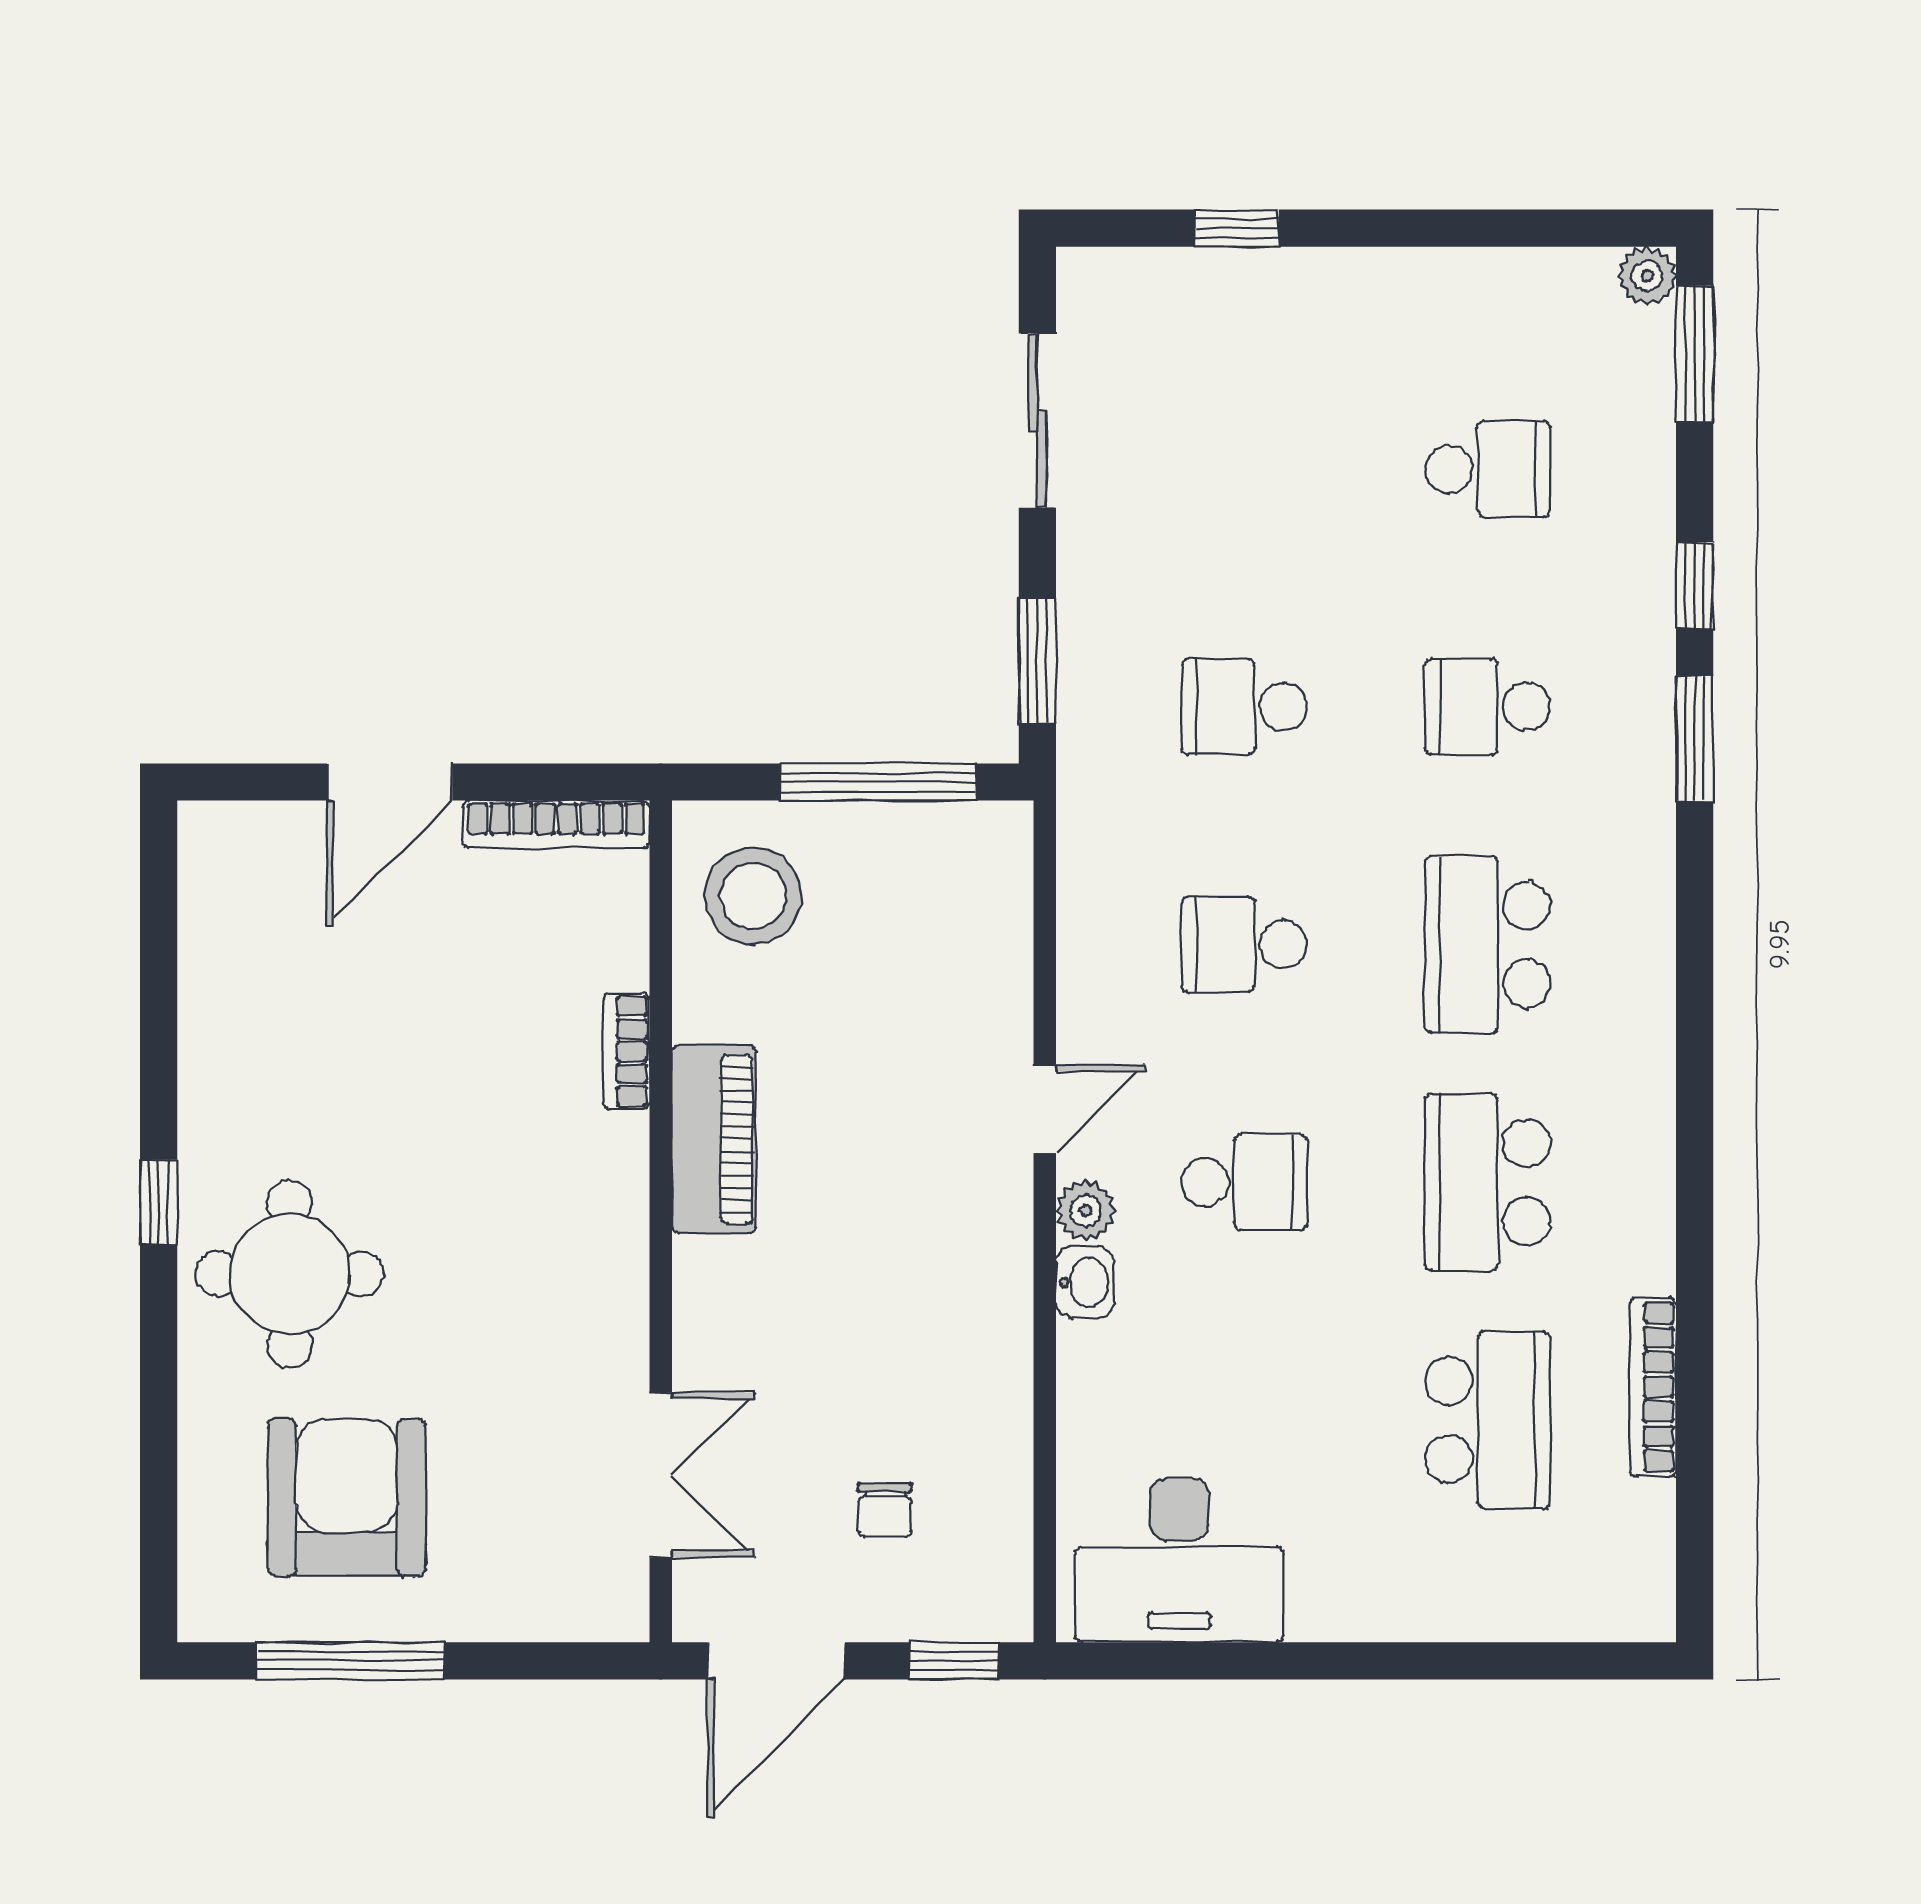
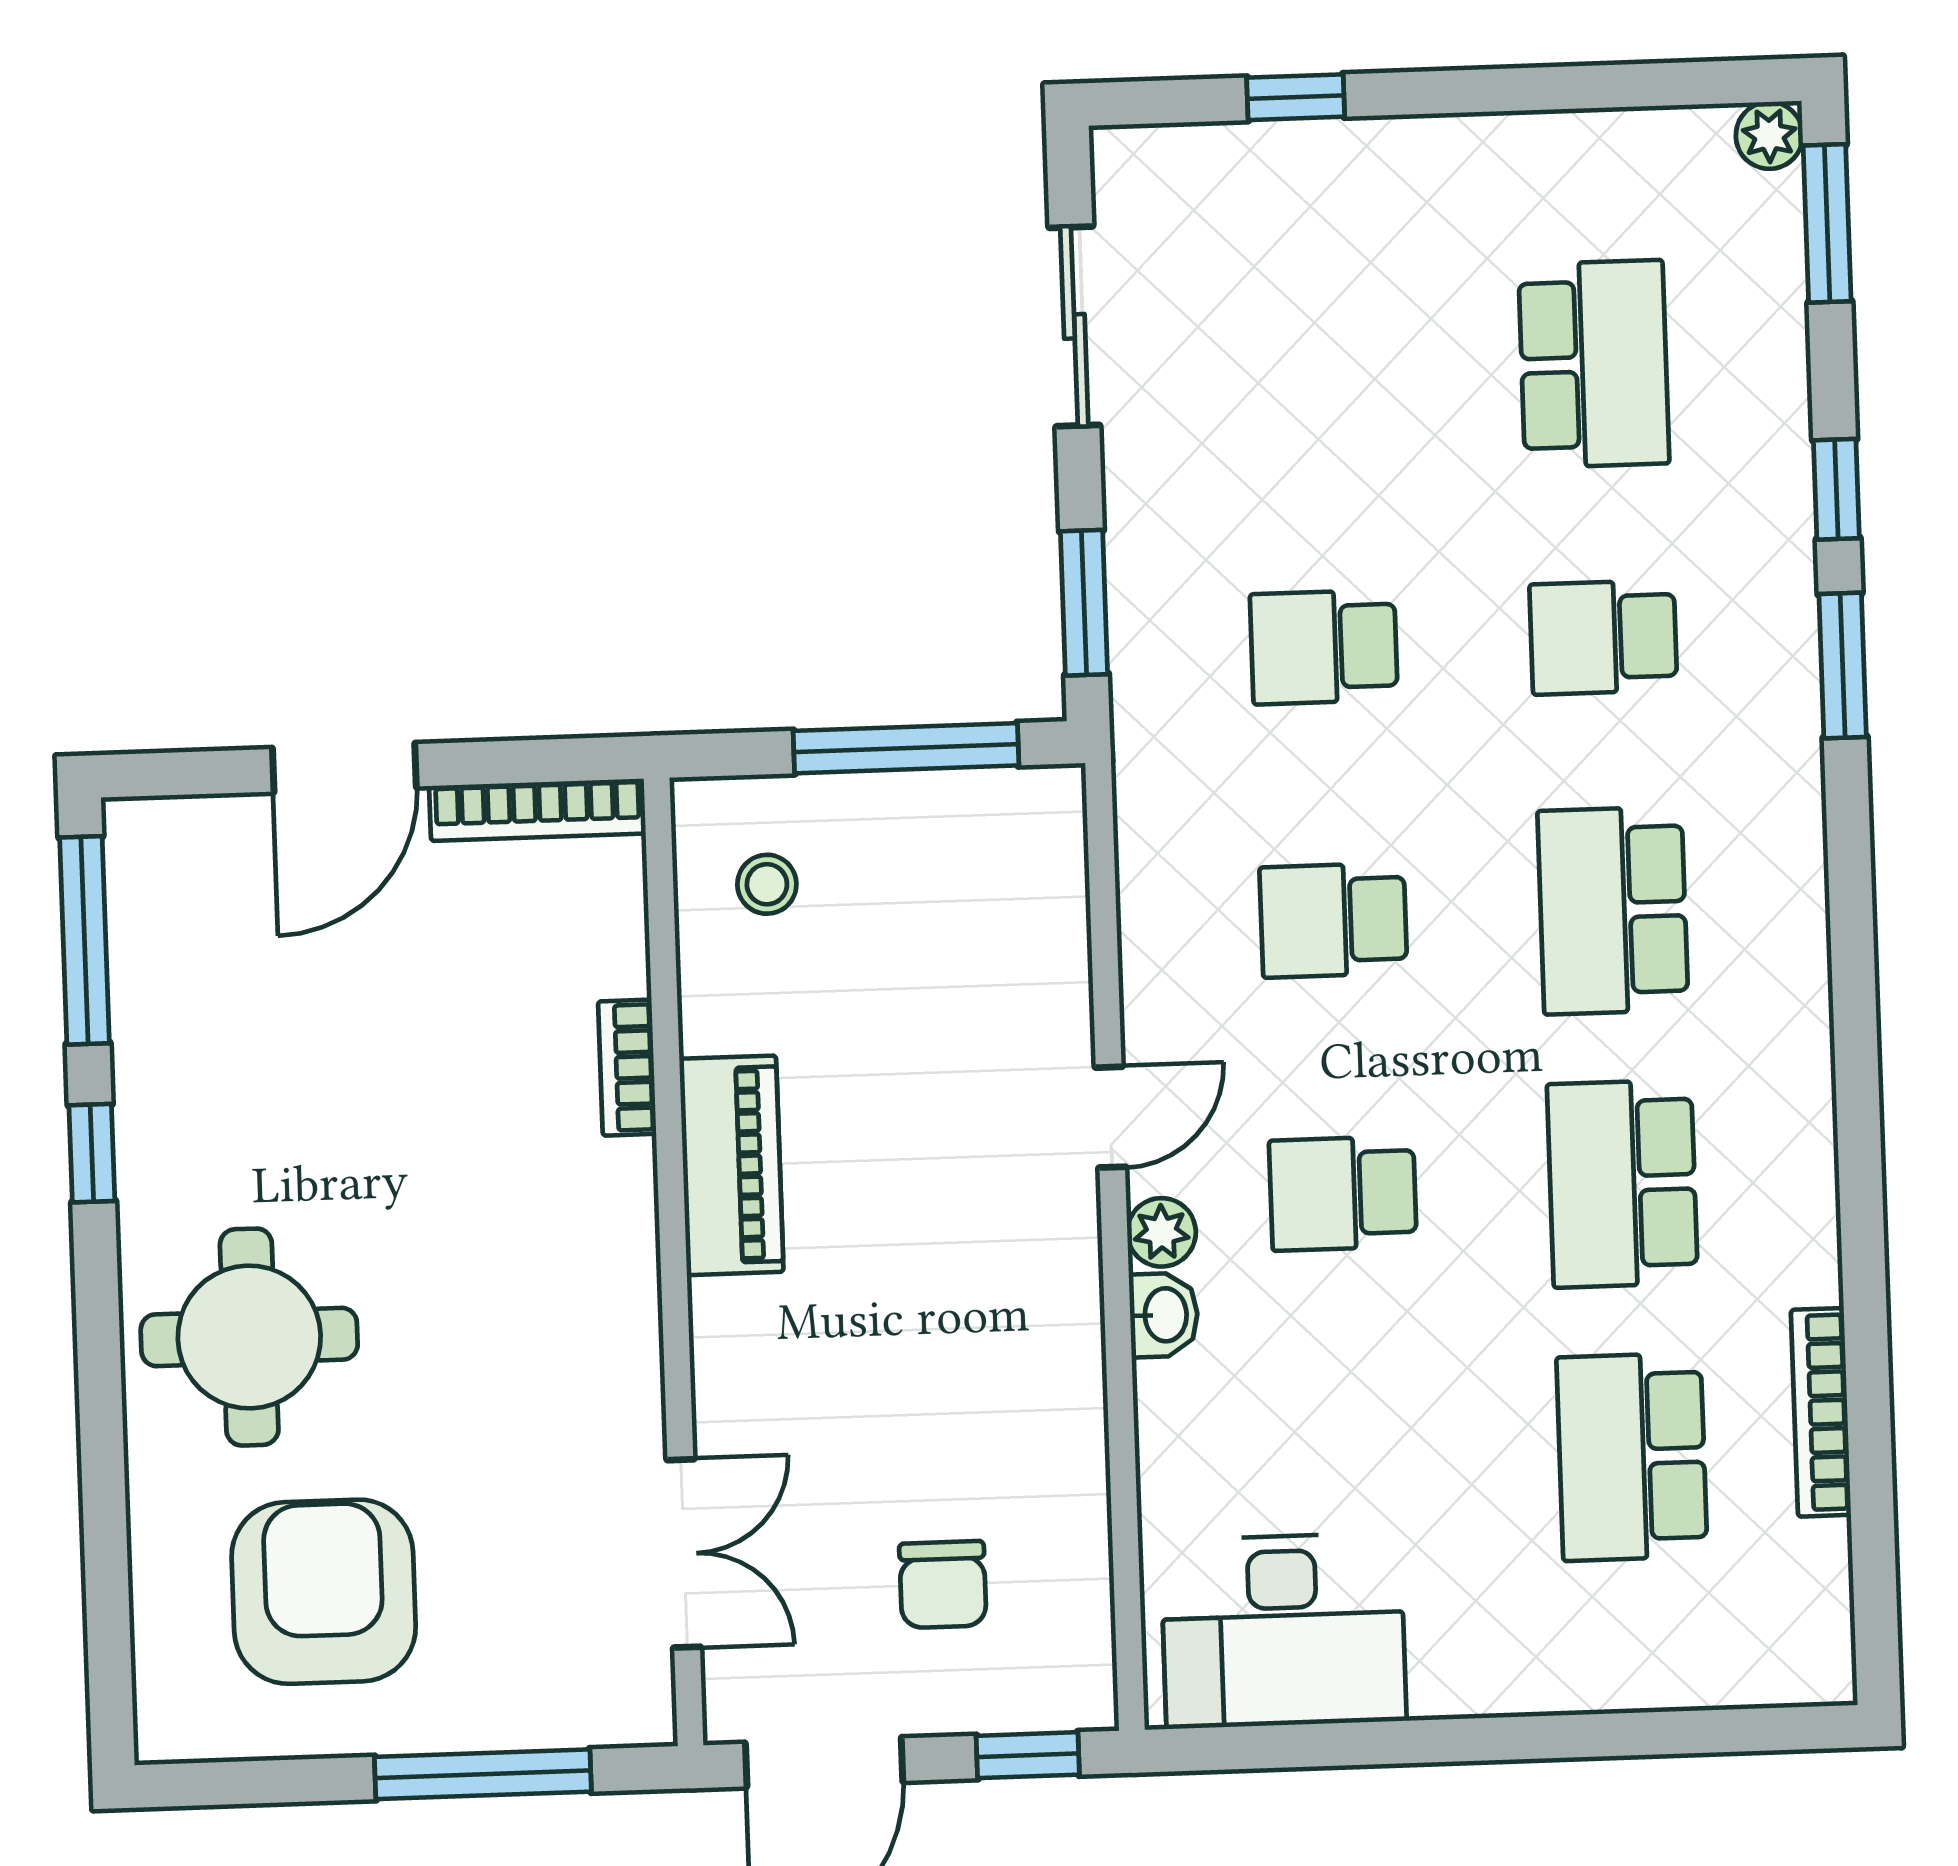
school desk: (1488, 469) -> (1594, 364), width x1.85
stool: (753, 896) -> (767, 884), width x0.53, depth x0.53
window: (159, 924) -> (84, 940), added
school desk: (1244, 1182) -> (1343, 1193), turned 180
window: (159, 1202) -> (92, 1153), moved
school desk: (1488, 1420) -> (1632, 1457), turned 180
chair: (885, 1510) -> (943, 1584), width x1.37, depth x1.37
window: (350, 1661) -> (483, 1774), moved

